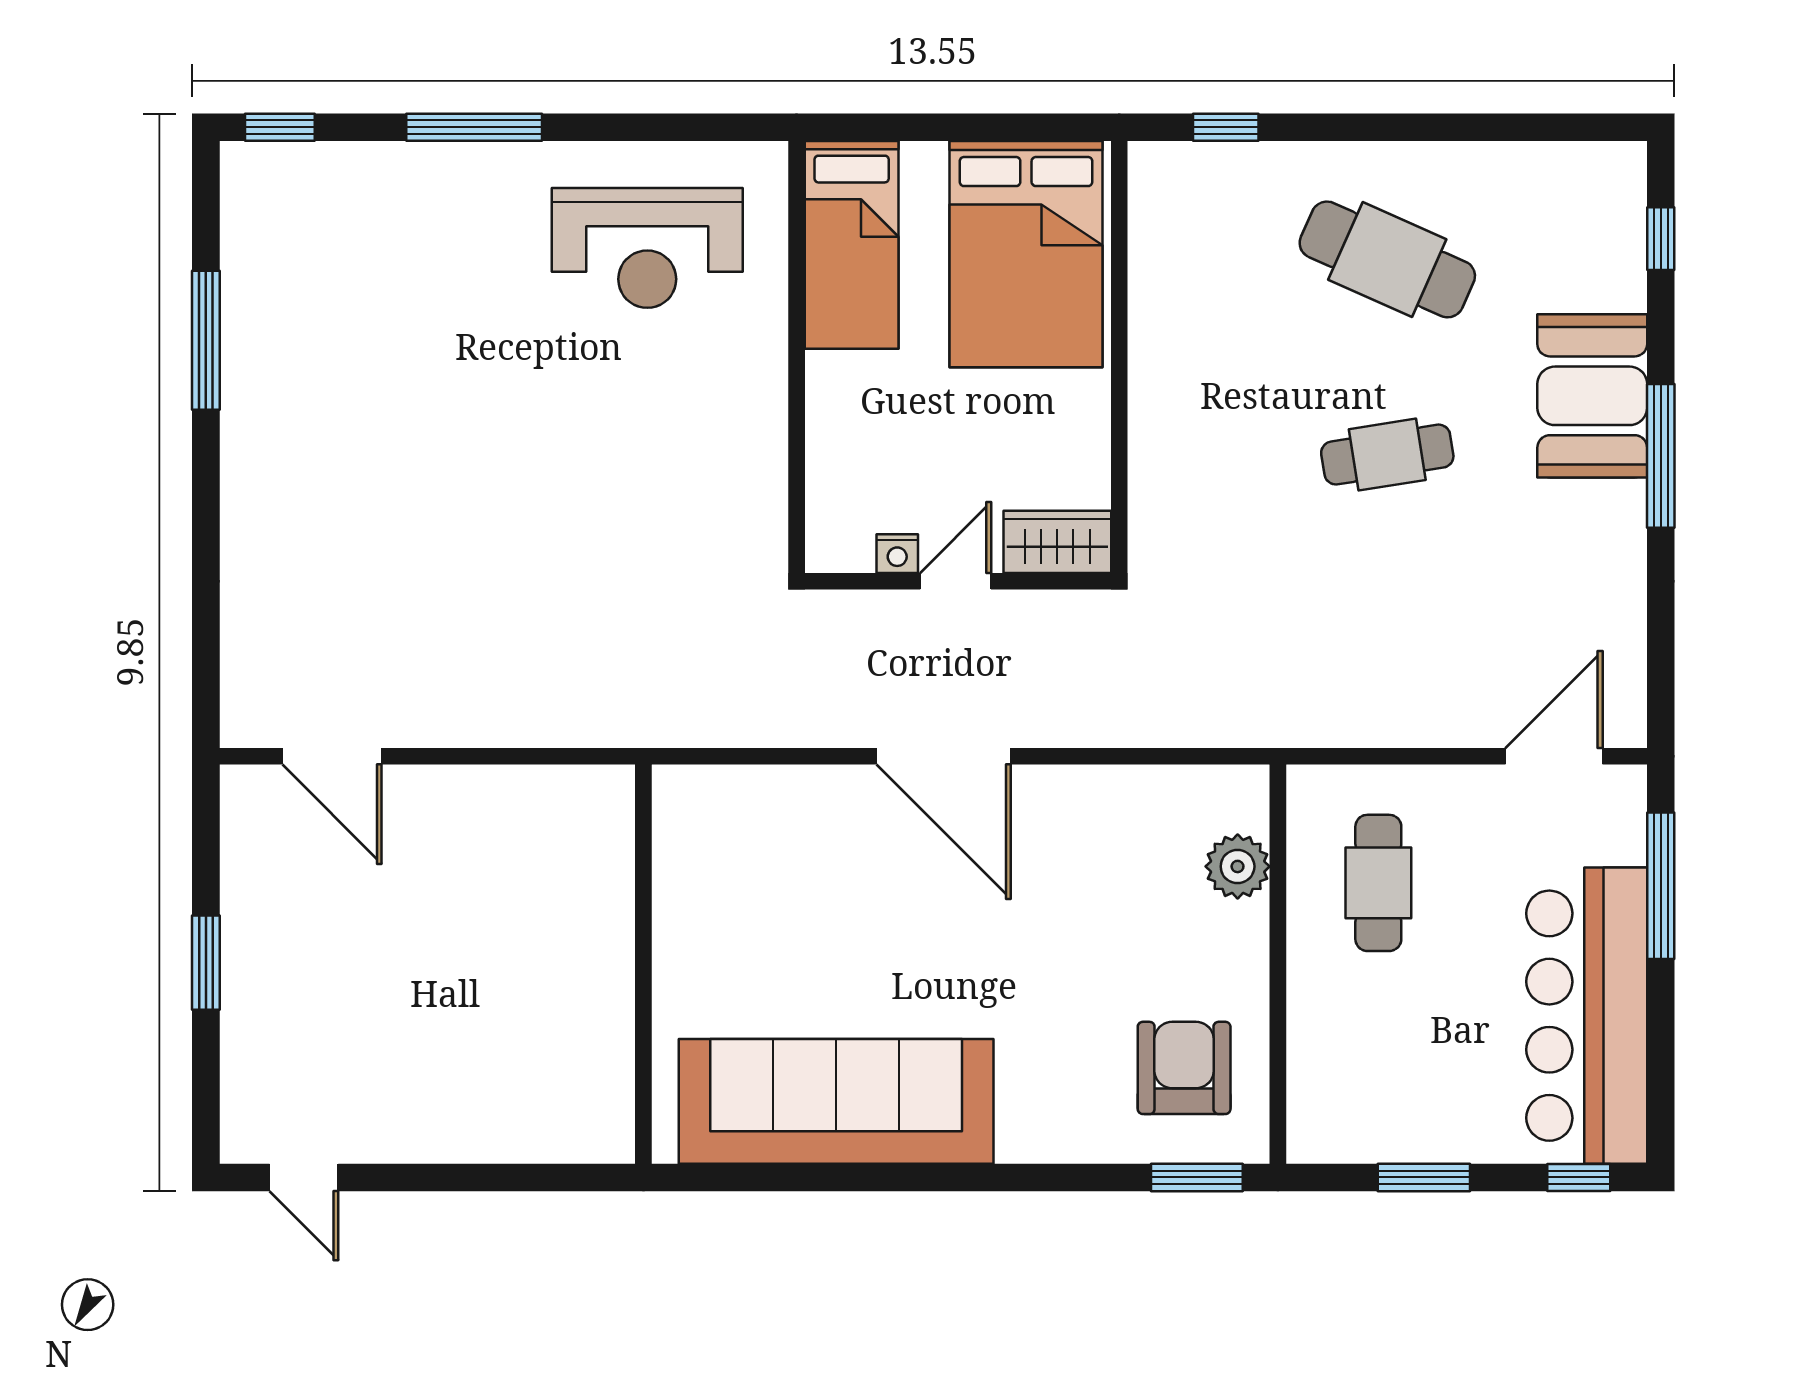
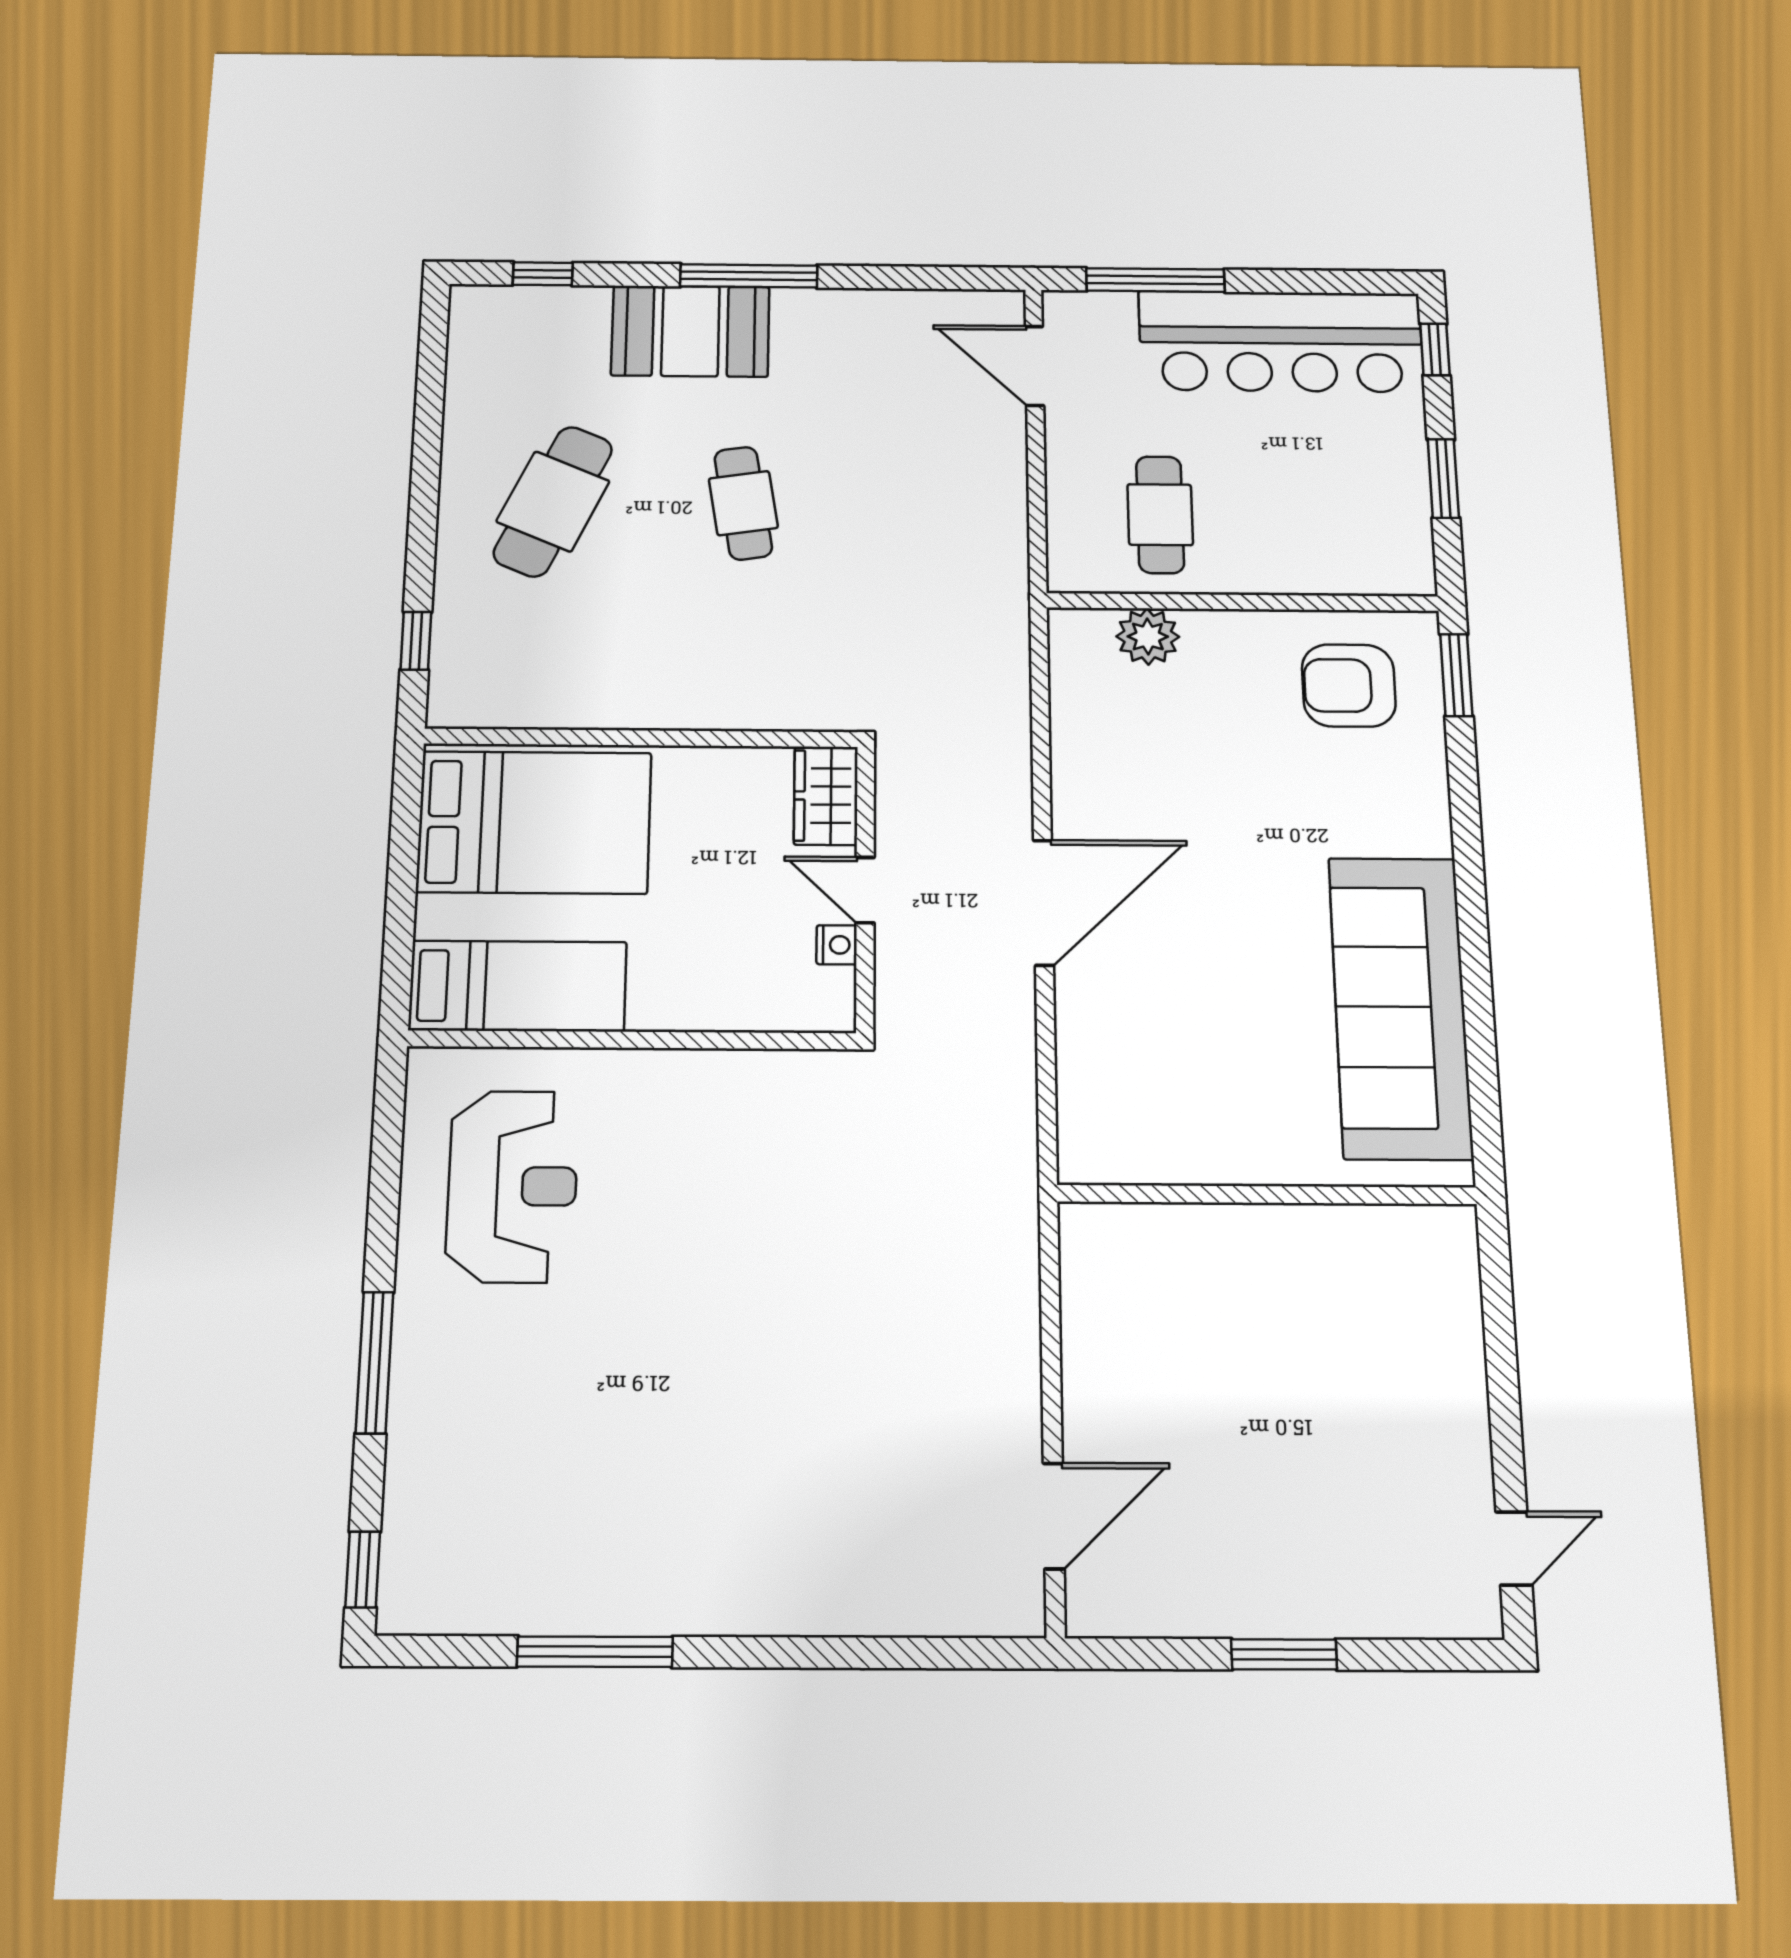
cafe table: (1378, 883) -> (1160, 515), turned 90

